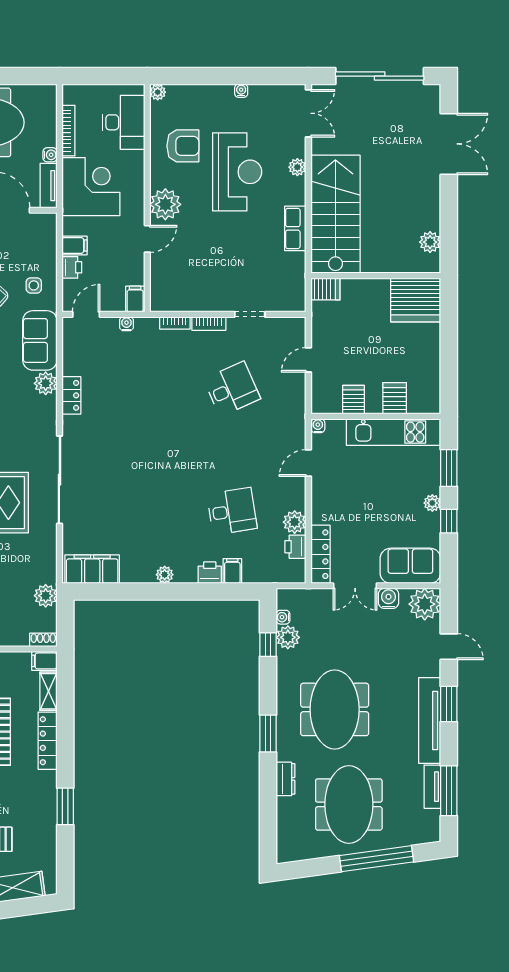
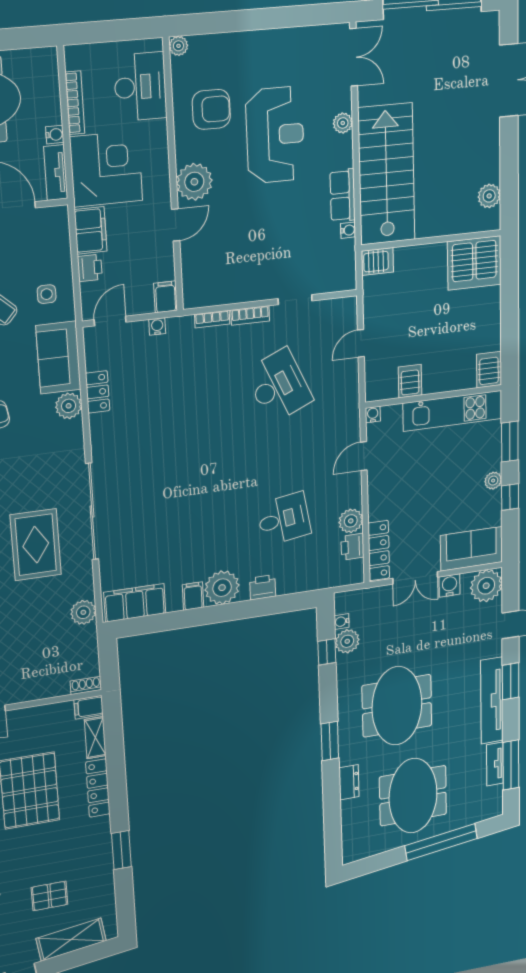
water cooler: (241, 91) -> (348, 230), moved, turned 90
filing cabinet: (74, 245) -> (91, 230), width x2.00
desk: (232, 389) -> (279, 386), width x1.37
locker: (71, 395) -> (98, 392), moved
server rack: (395, 398) -> (489, 370), moved
filing cabinet: (232, 571) -> (193, 596), moved
plant: (165, 575) -> (222, 588), width x1.87, depth x1.87
plant: (46, 596) -> (83, 612), moved

